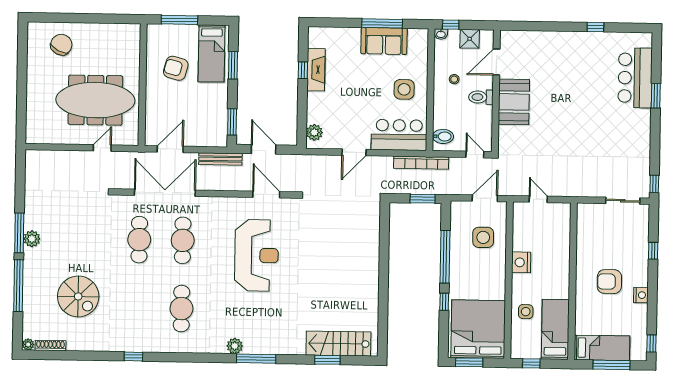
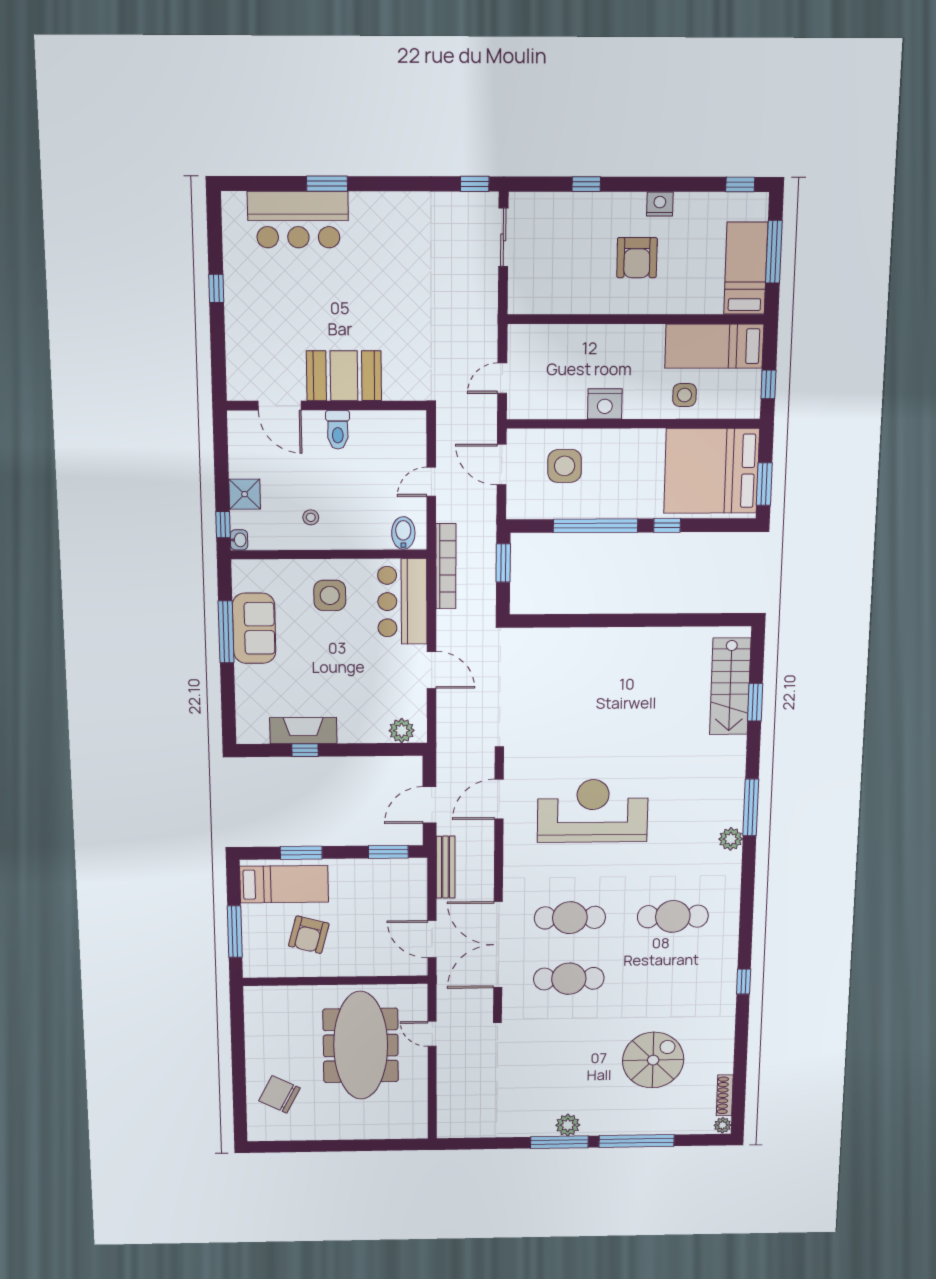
door: (496, 62) -> (280, 406), moved
wall: (496, 91) -> (327, 406), moved
toilet: (481, 97) -> (338, 430), moved
booth: (514, 102) -> (344, 376), moved

